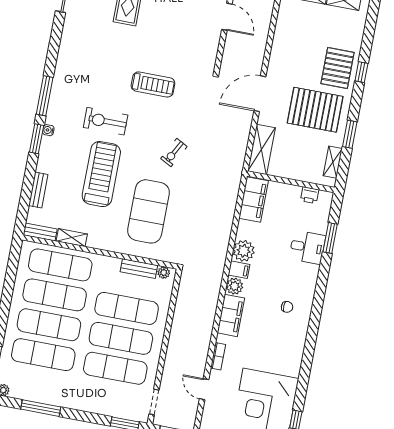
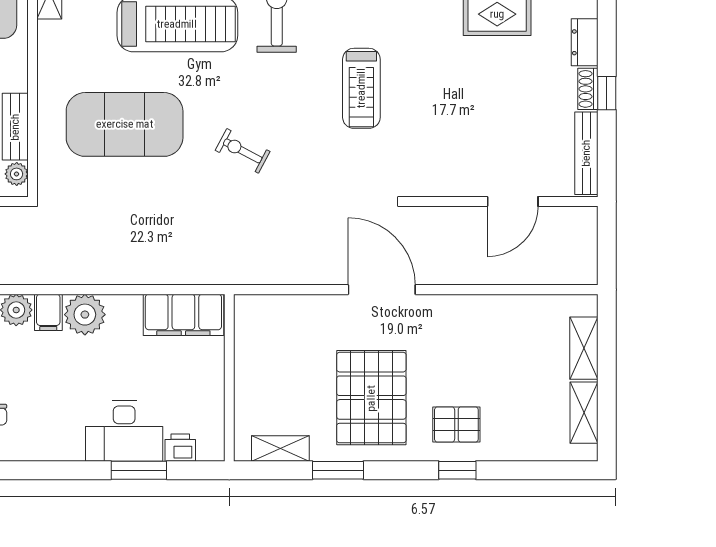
pallet: (337, 68) -> (456, 424), width x0.67, depth x0.71
shelving: (261, 149) -> (279, 312), removed
printer: (310, 195) -> (180, 448), moved, turned 90
desk: (307, 247) -> (124, 431), width x1.37

